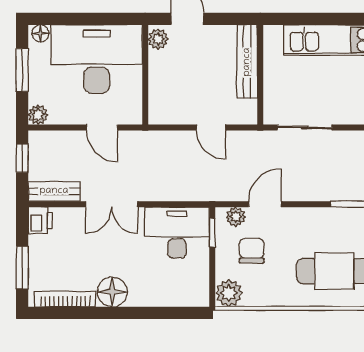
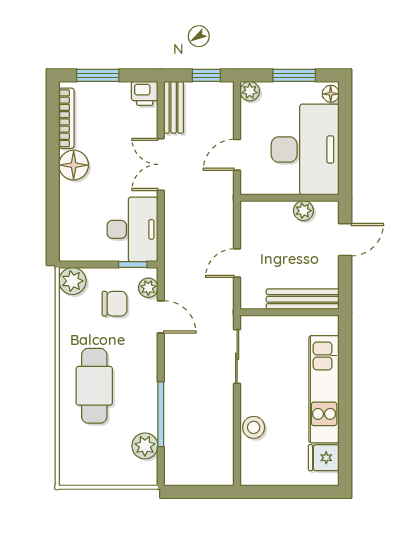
plant: (158, 39) -> (303, 211), moved

